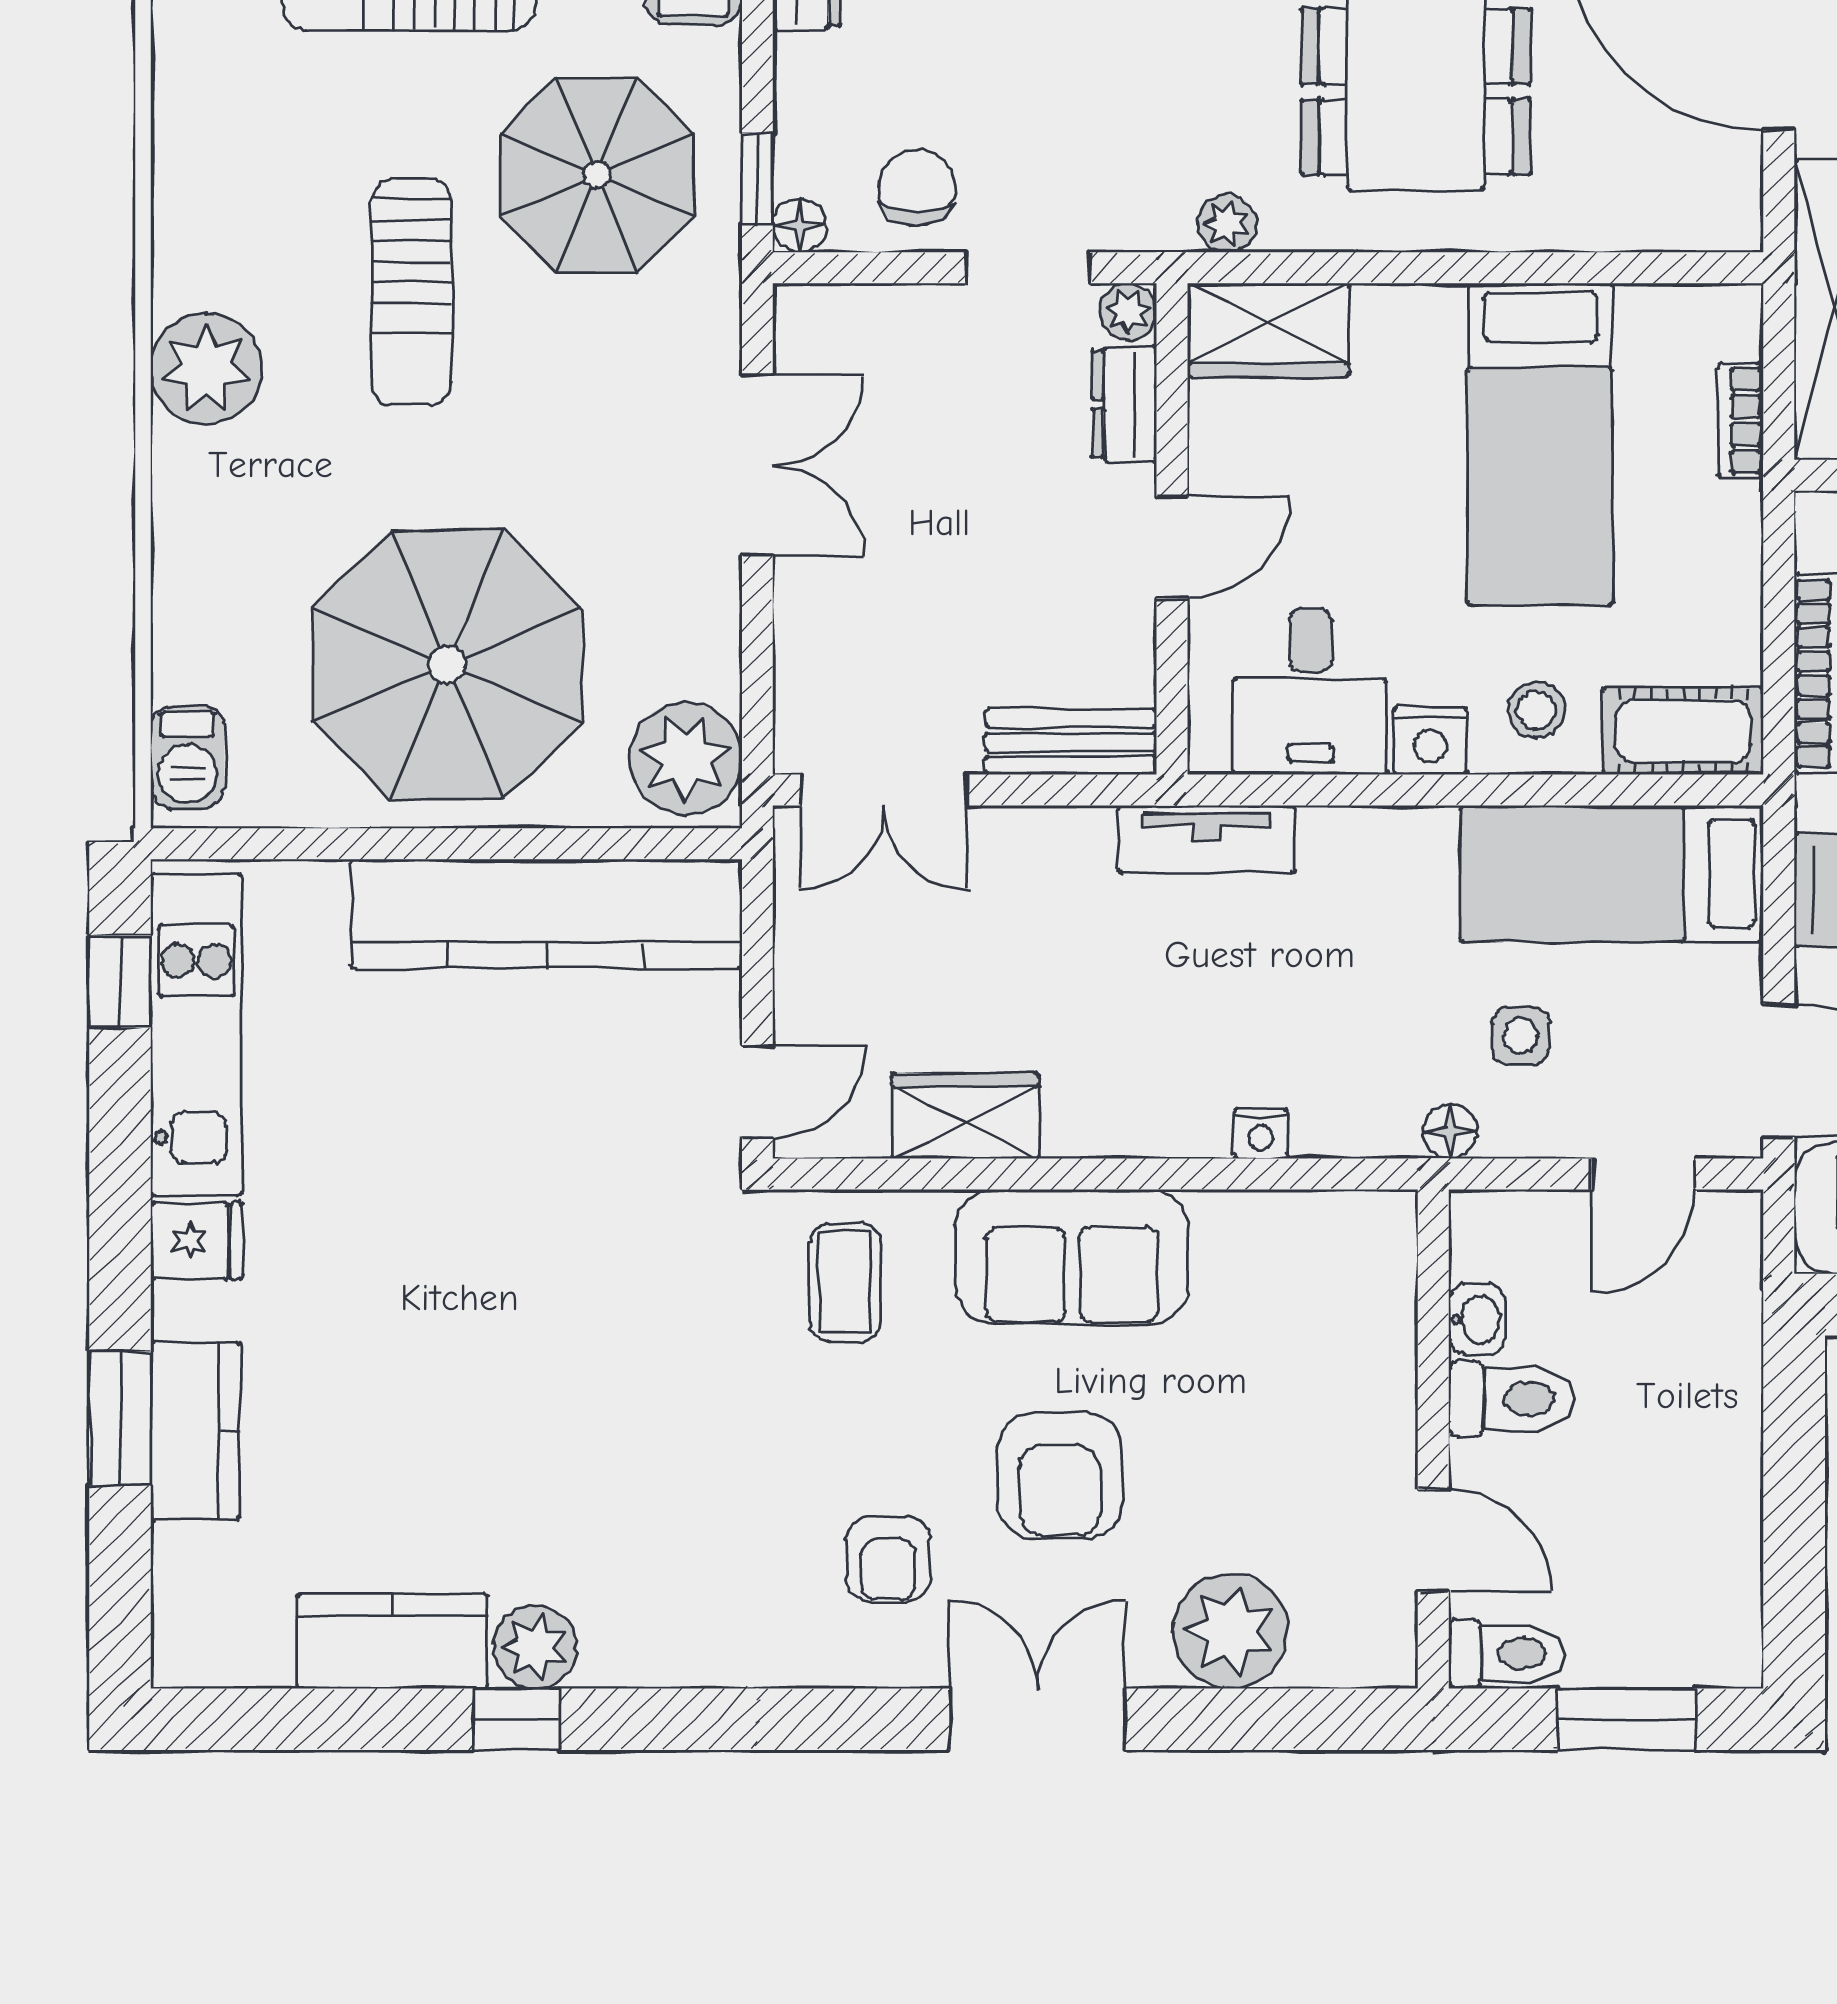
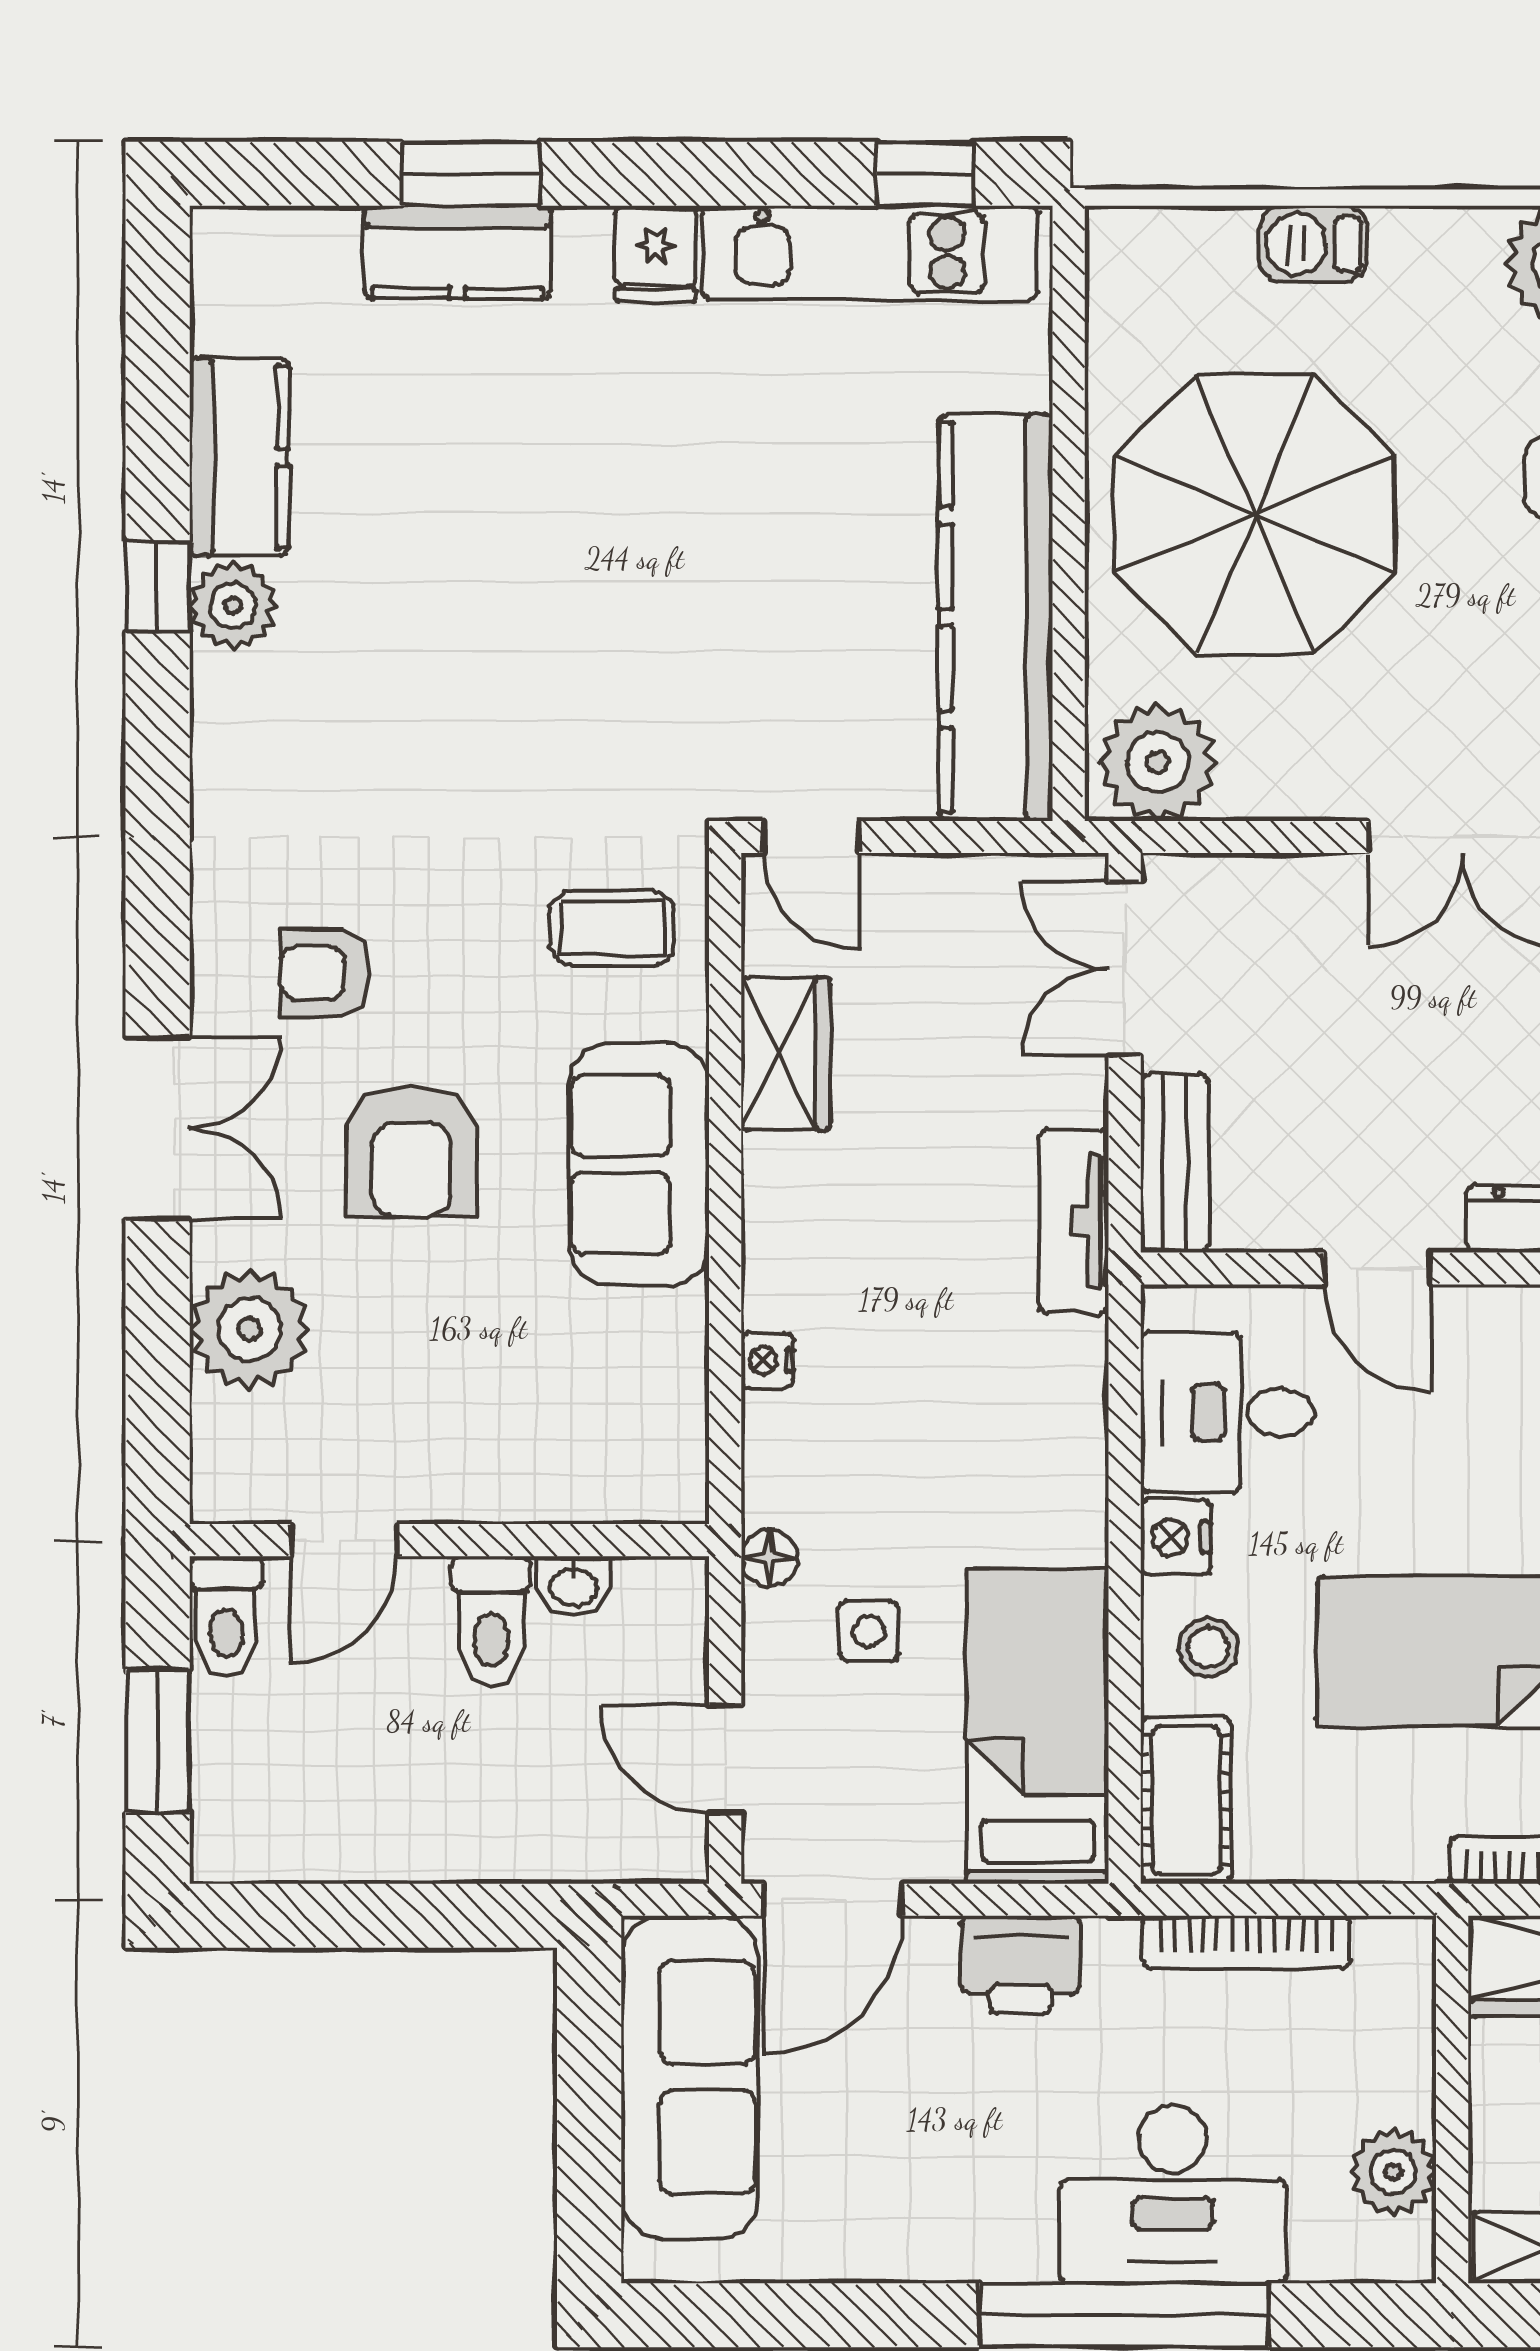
barbecue: (188, 757) -> (1313, 244), moved
tv unit: (1206, 839) -> (1074, 1222), moved
armchair: (1060, 1475) -> (411, 1151), turned -90

